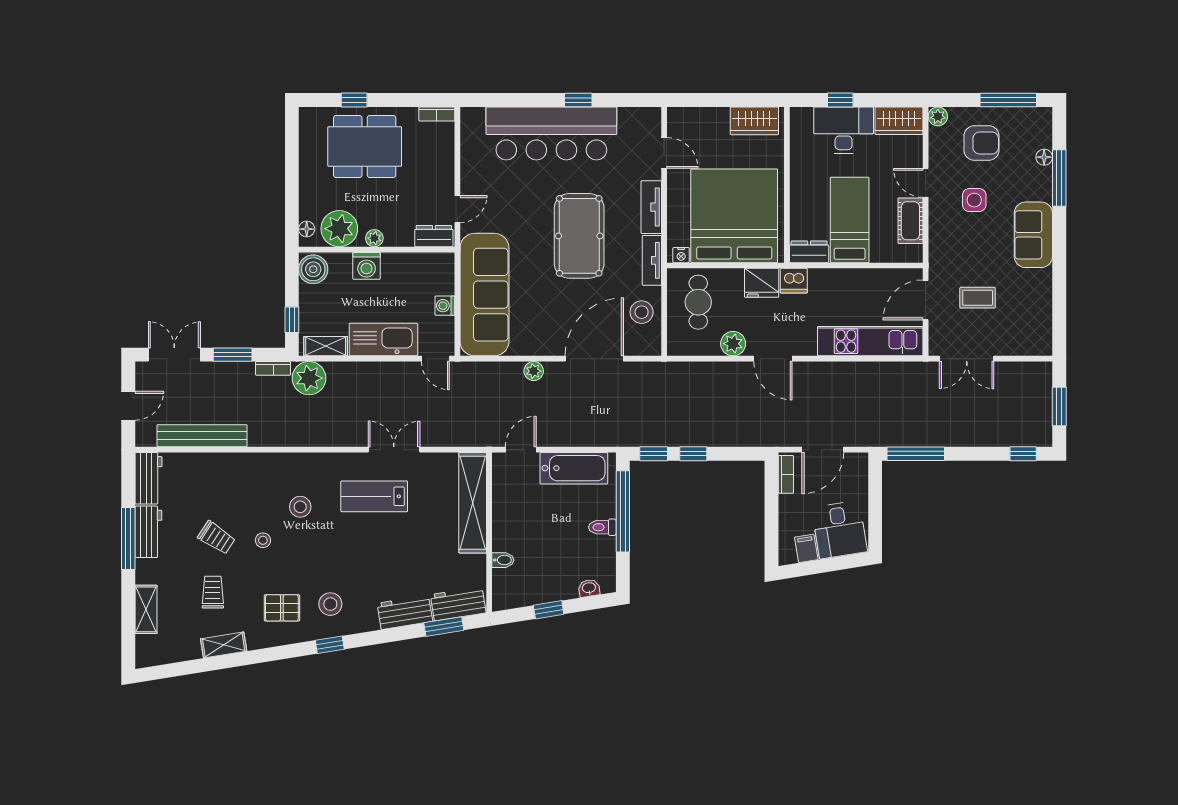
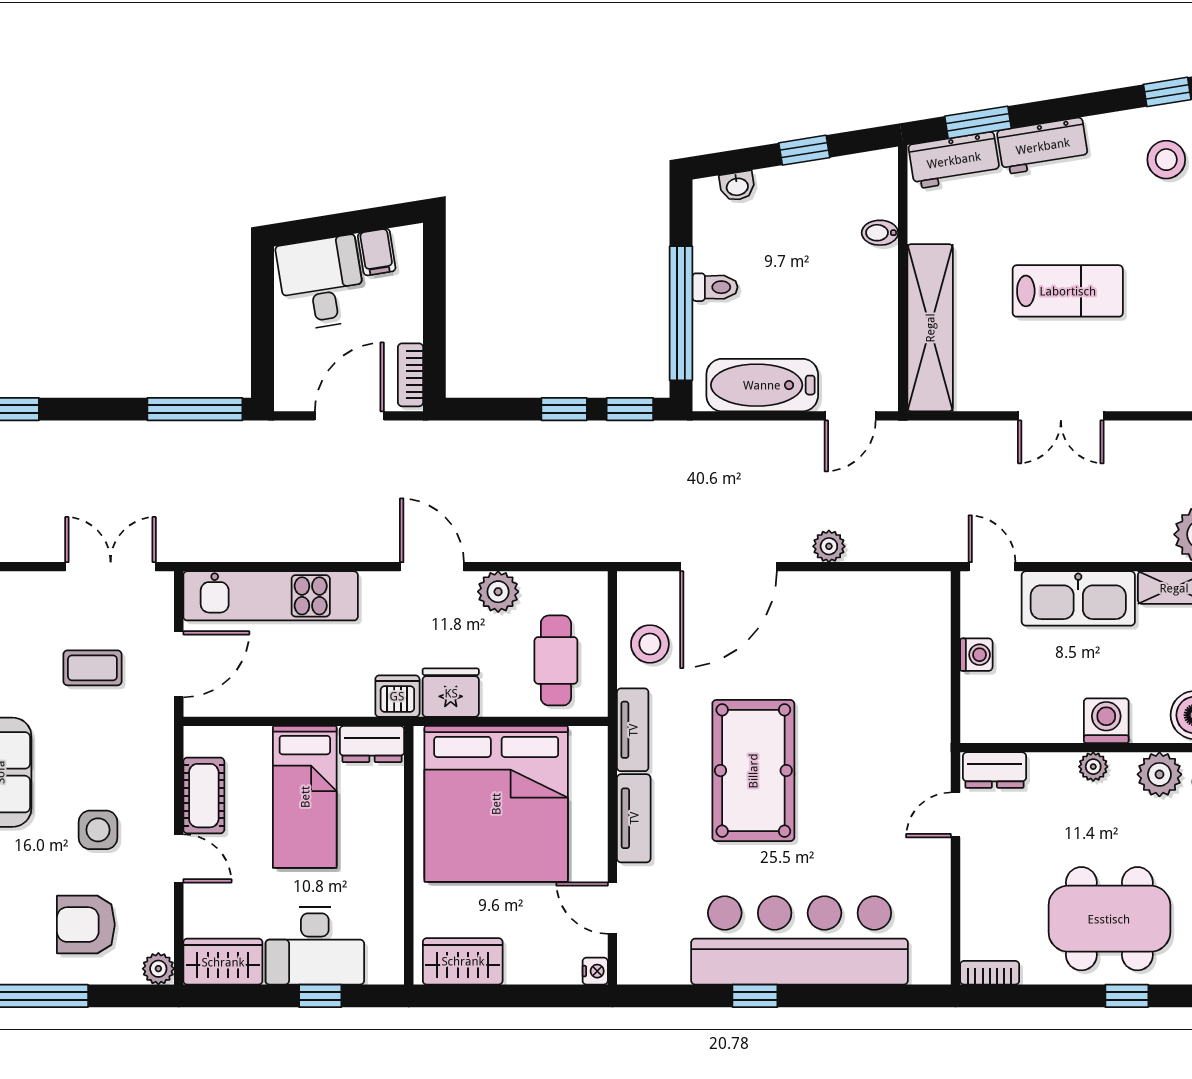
plant: (339, 229) -> (1159, 774), width x0.73, depth x0.73
nightstand: (681, 255) -> (595, 971), moved, turned 90
sofa: (484, 295) -> (911, 673), removed
lab bench: (374, 496) -> (1068, 291), moved

